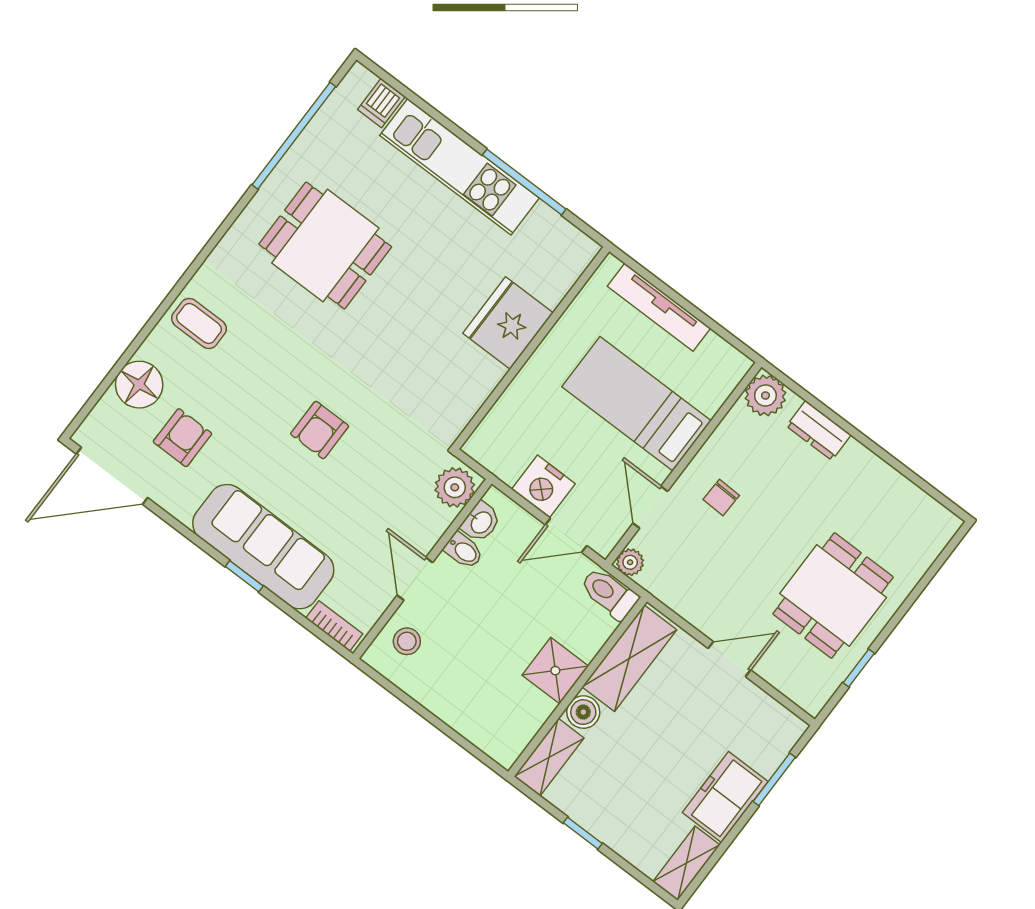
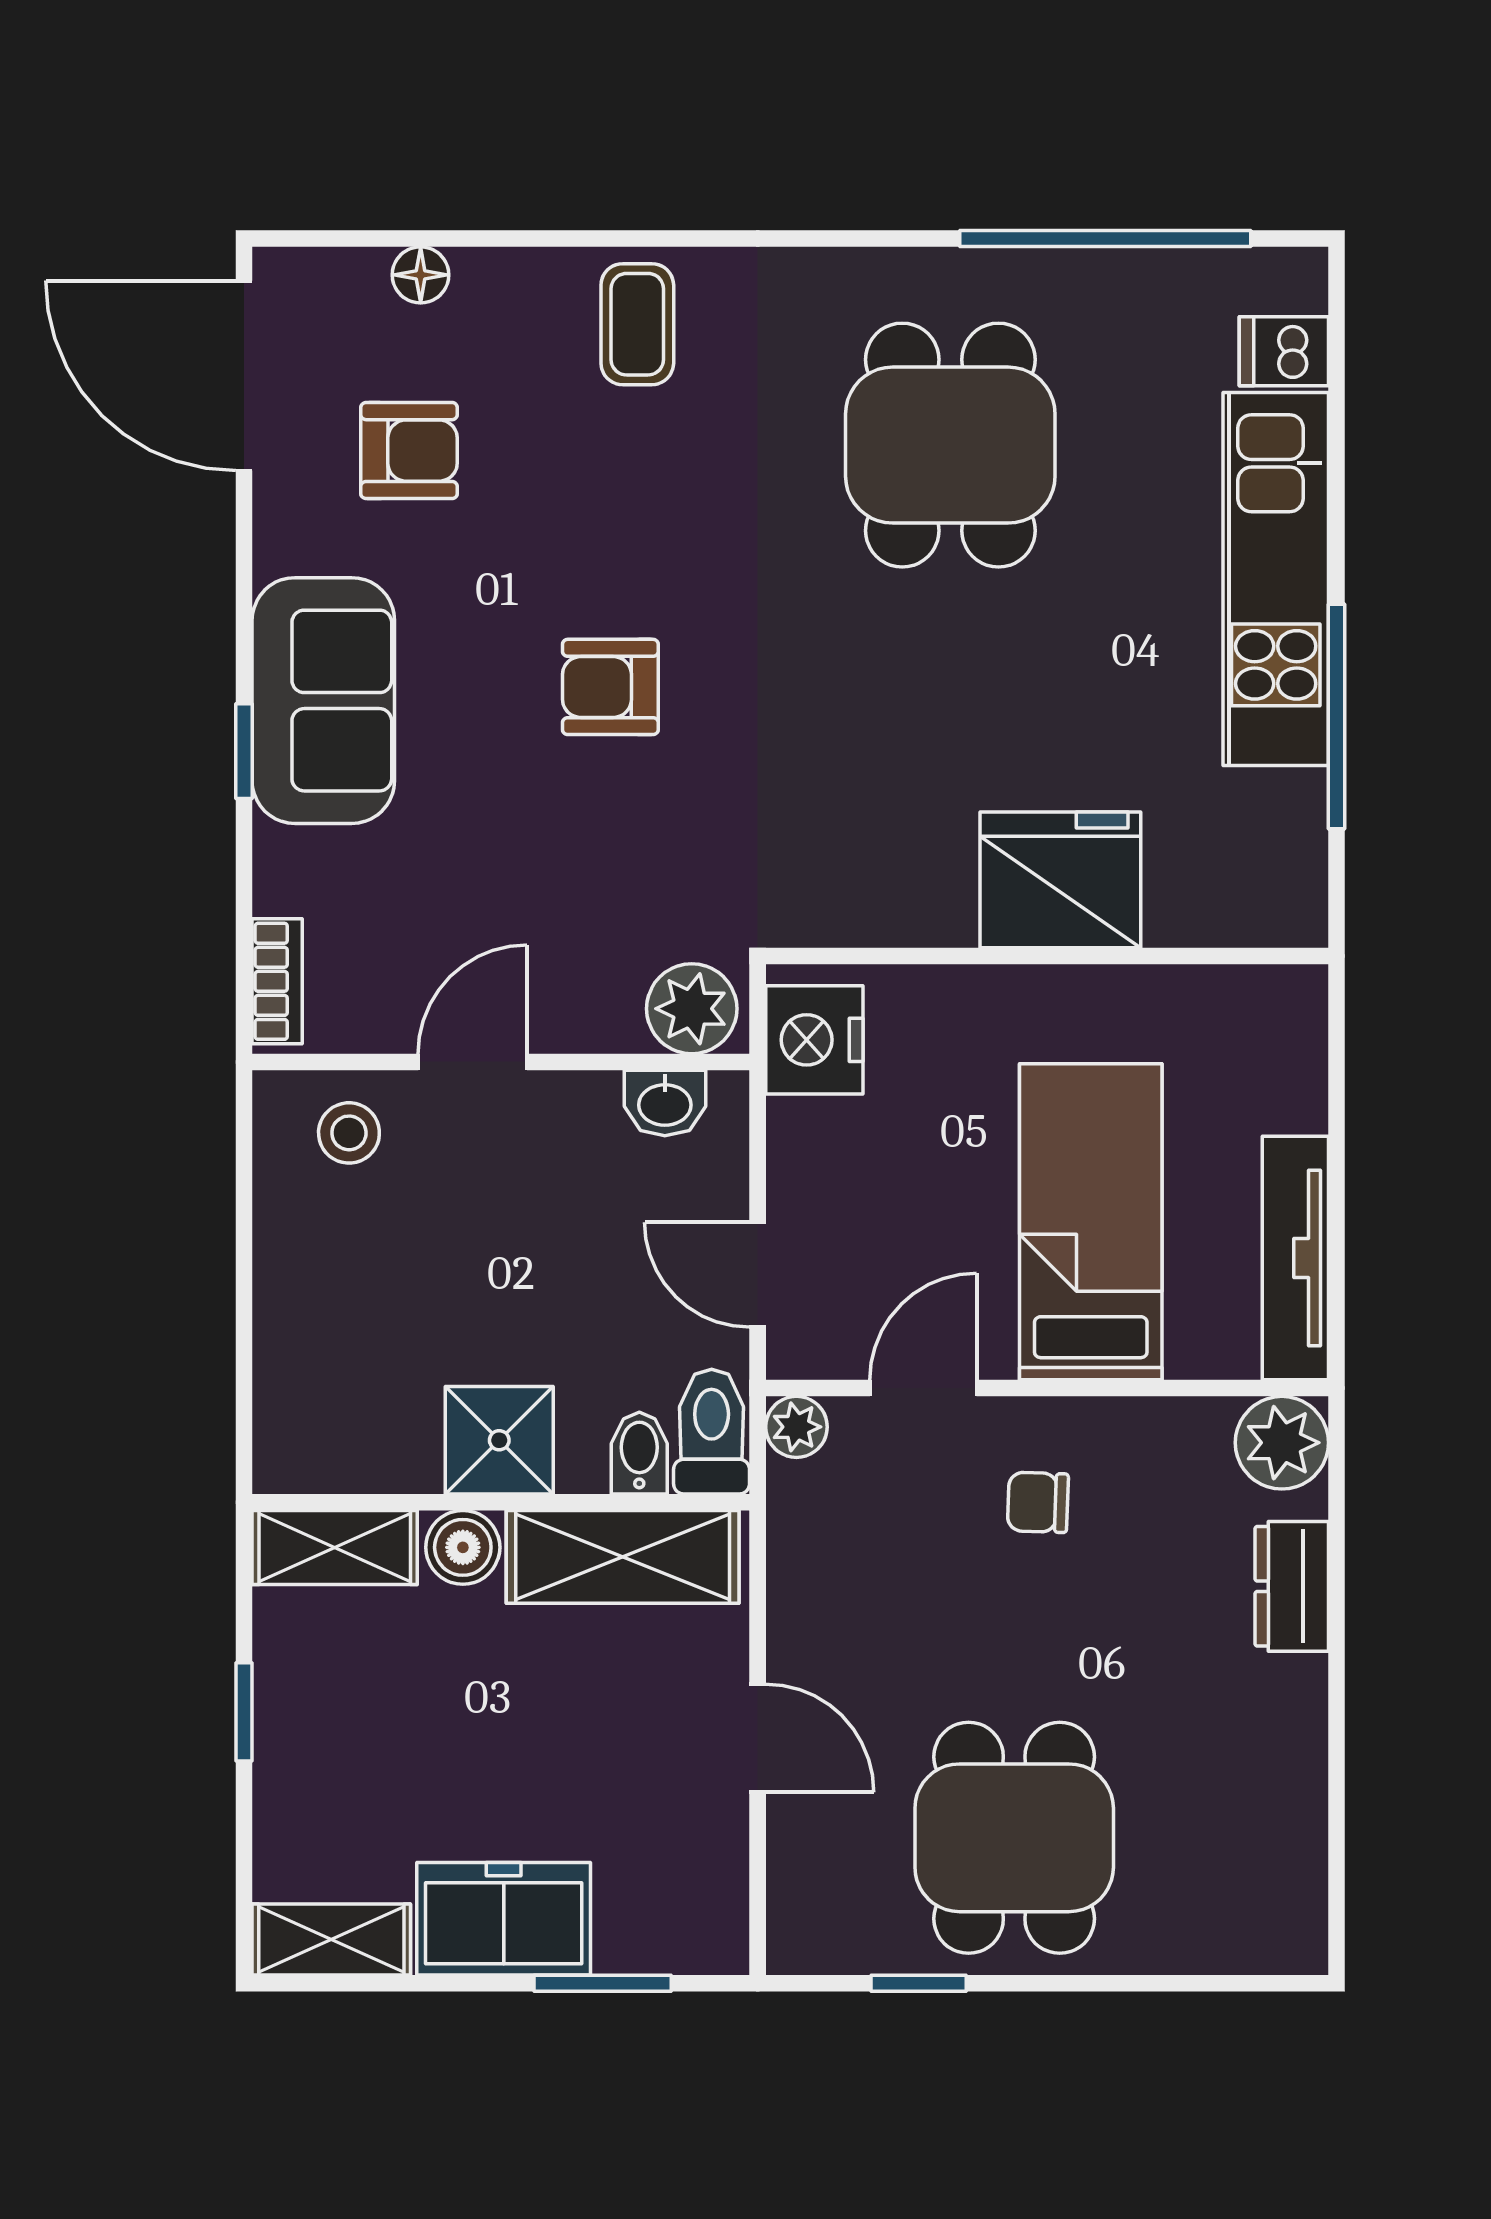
tv unit: (659, 307) -> (1295, 1258), moved
floor lamp: (139, 385) -> (421, 275), width x0.53, depth x0.53
nightstand: (543, 487) -> (814, 1040), moved
sofa: (263, 547) -> (323, 701), width x0.73
bidet: (464, 551) -> (639, 1453), moved, turned 180
dining table: (833, 595) -> (1014, 1838), turned 90

